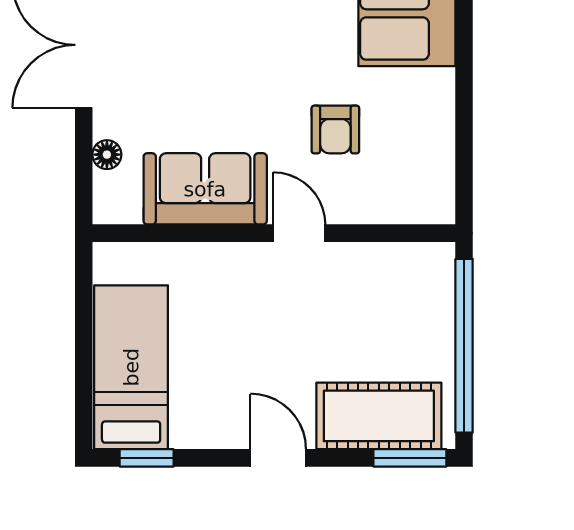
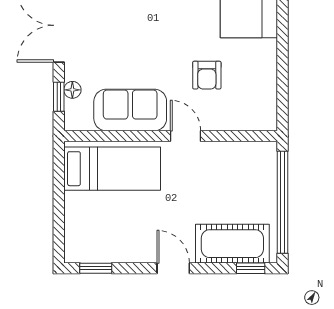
window: (84, 166) -> (59, 97), added
bed: (131, 367) -> (112, 169), moved, turned 90
window: (410, 458) -> (251, 268), width x0.67

